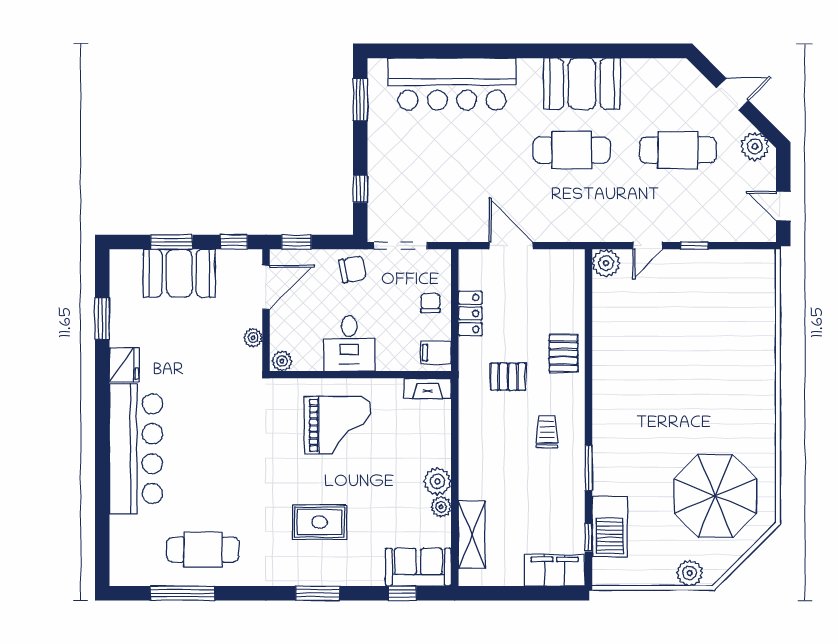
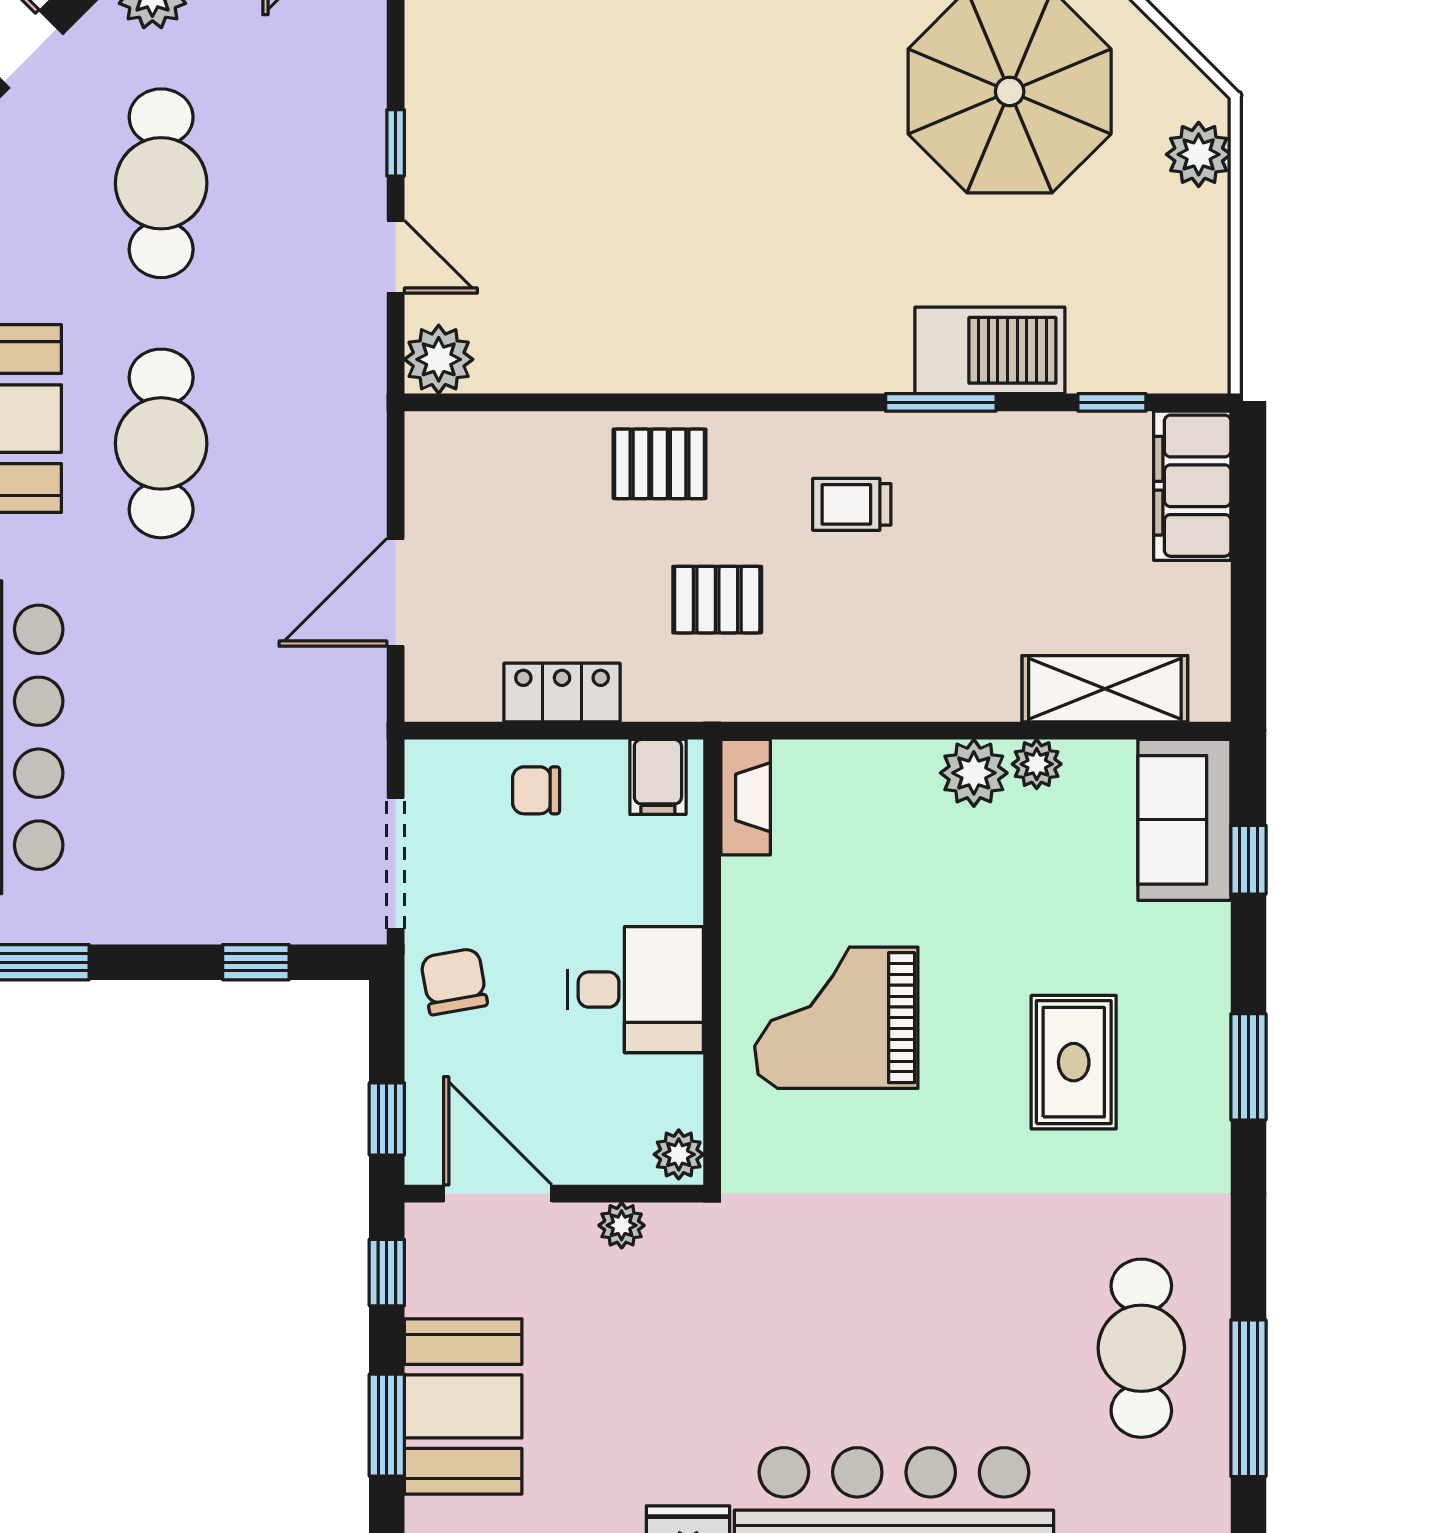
pallet: (508, 377) -> (717, 600), turned 90
grand piano: (338, 425) -> (836, 1018), turned -90
barbecue: (610, 527) -> (990, 350), moved

